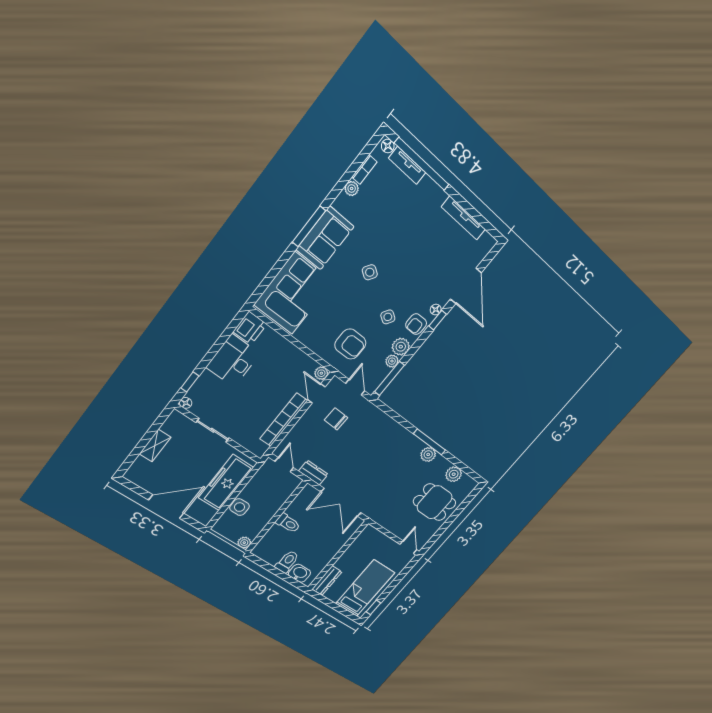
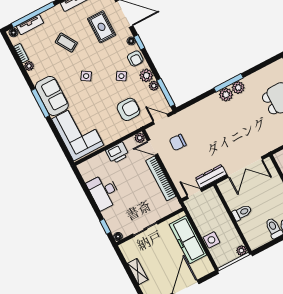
coffee table: (402, 227) -> (66, 43), added
rug: (439, 264) -> (102, 27), added
printer: (250, 328) -> (117, 153), moved, turned 90
dresser: (313, 473) -> (211, 176), width x1.44
plant: (454, 474) -> (226, 95), moved

